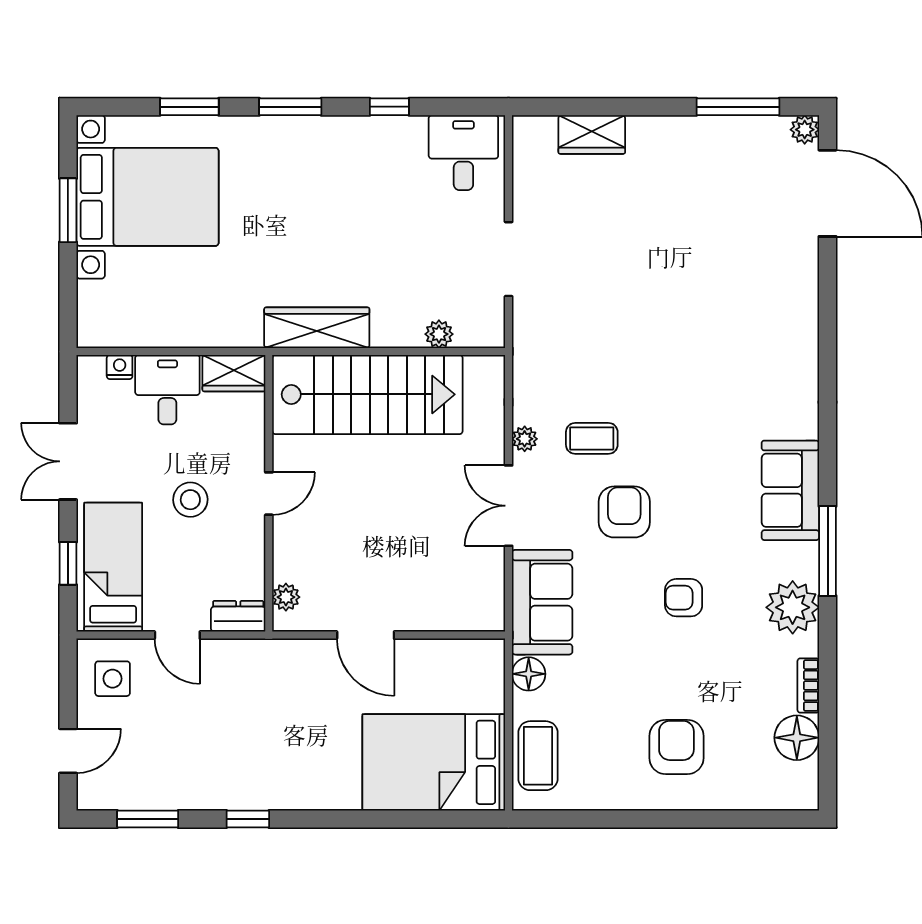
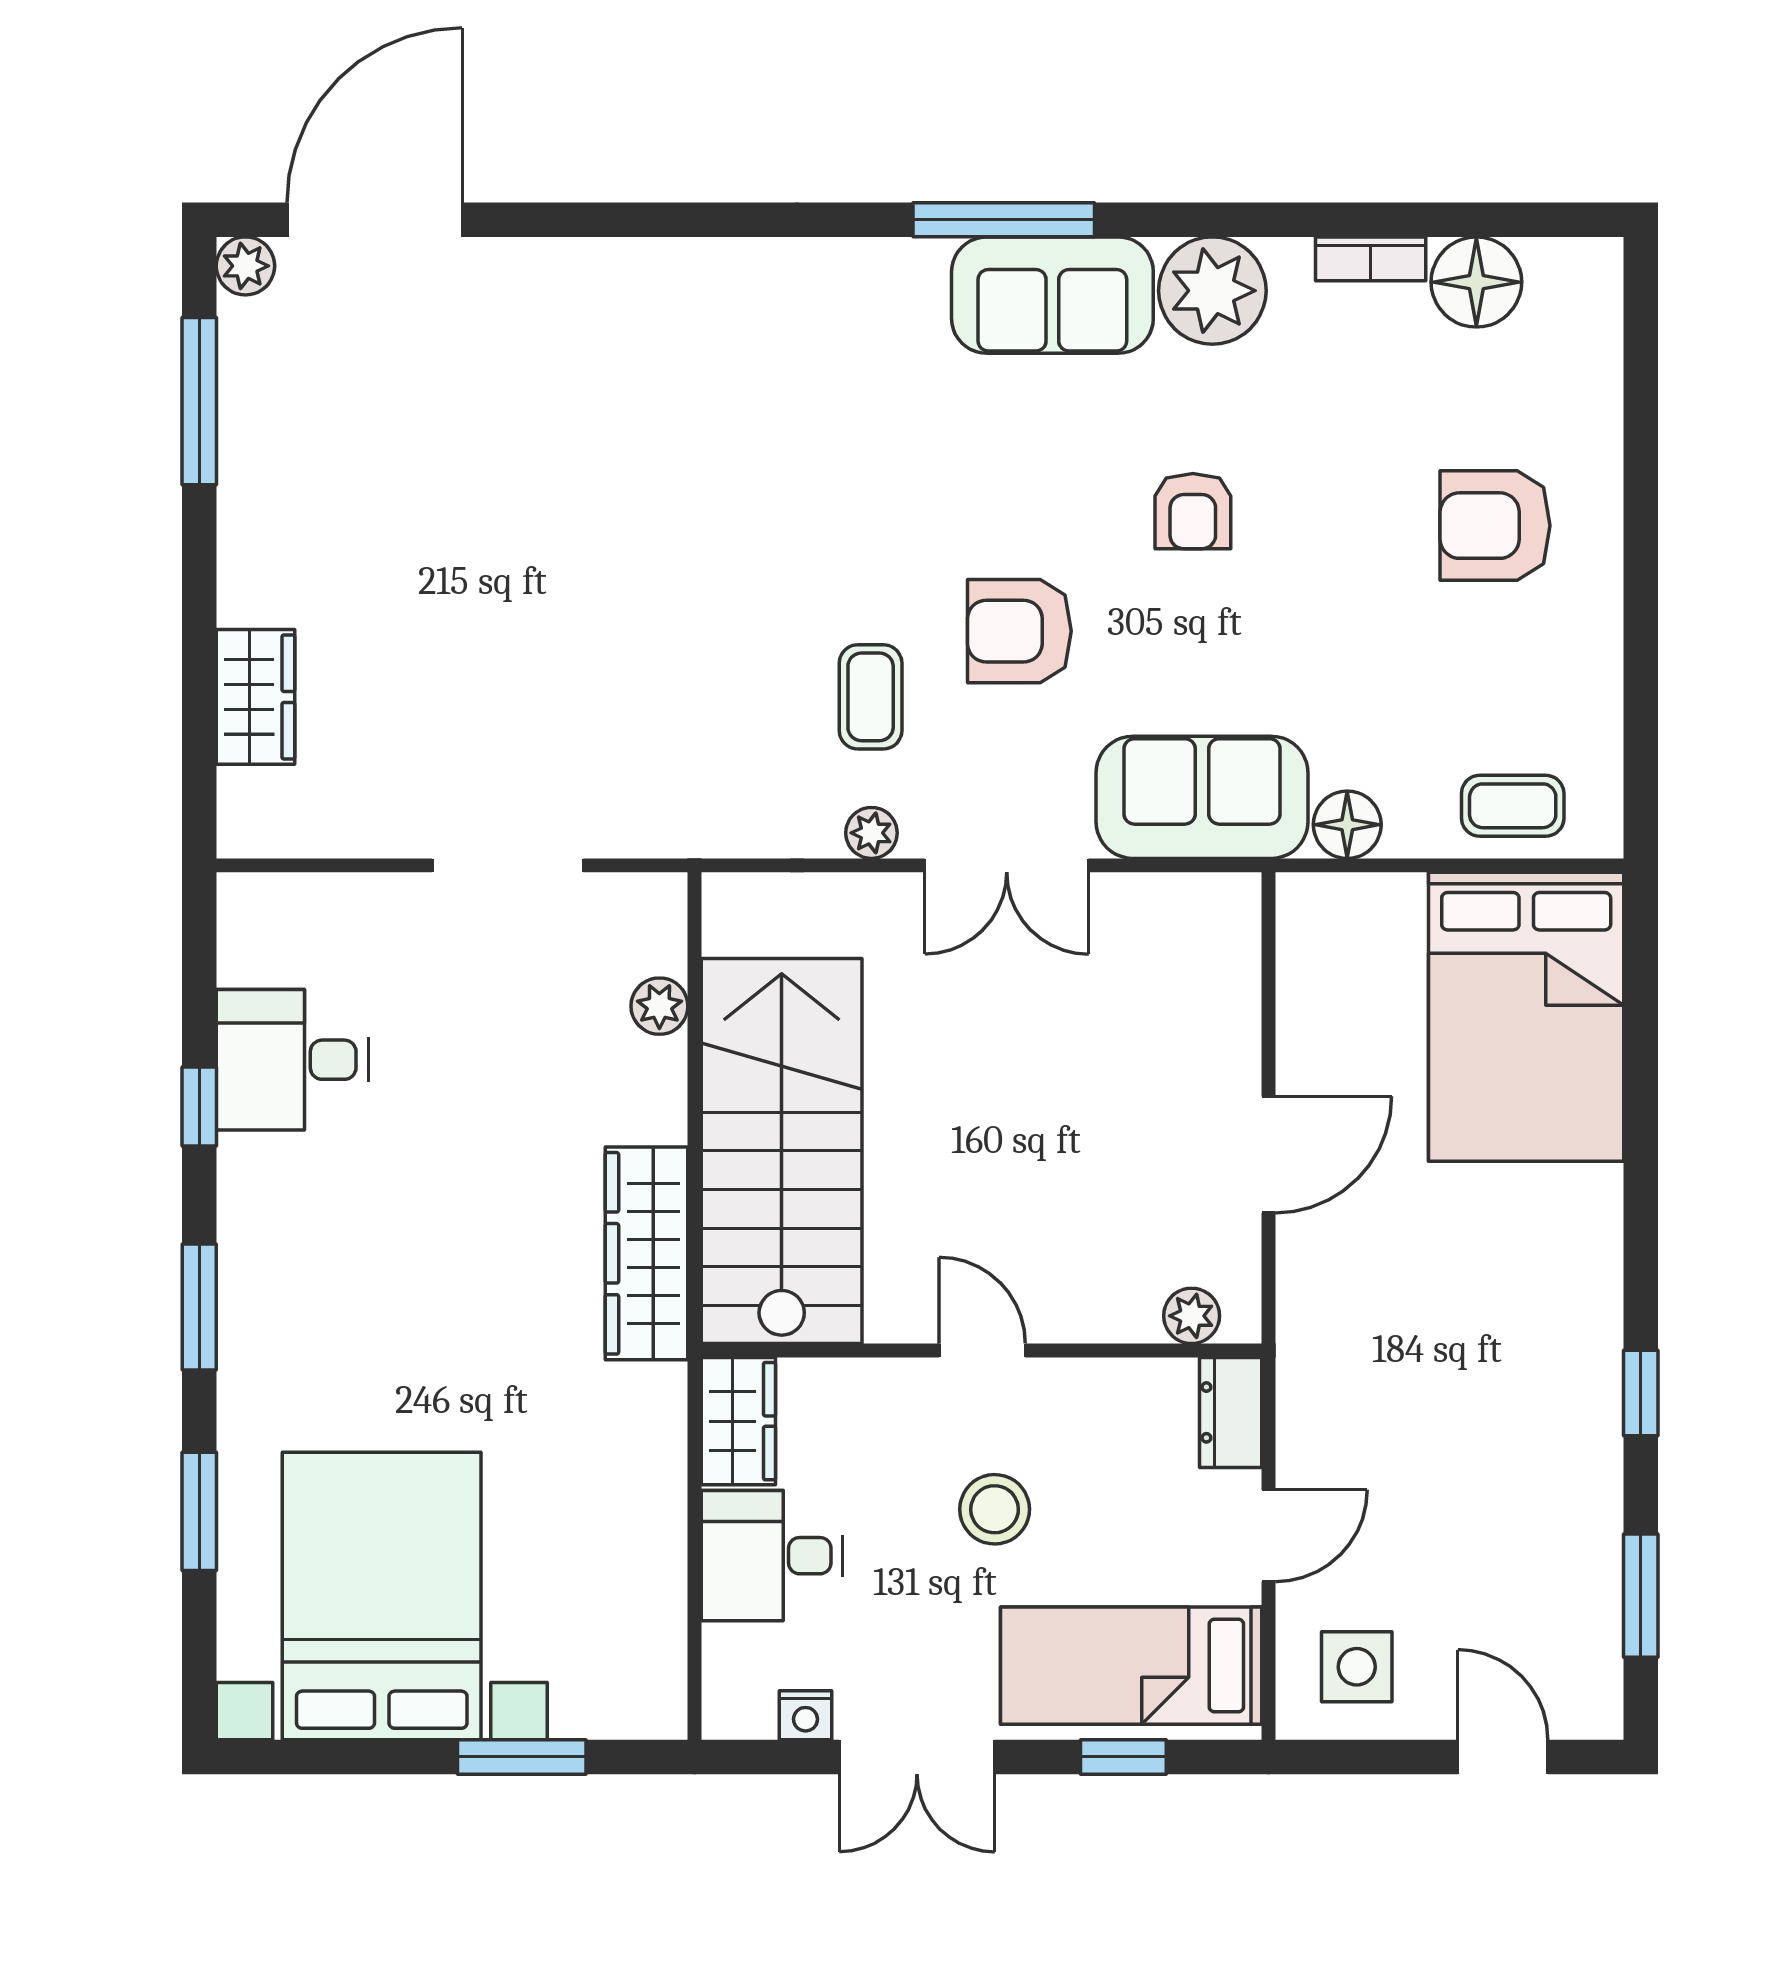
desk: (463, 153) -> (292, 1060), moved
window: (68, 210) -> (522, 1757), moved
nightstand: (120, 367) -> (805, 1715), moved, turned -90
sofa: (790, 490) -> (1052, 295), moved
window: (828, 551) -> (1004, 220), moved
coffee table: (538, 756) -> (1513, 806), width x0.73, depth x0.77

